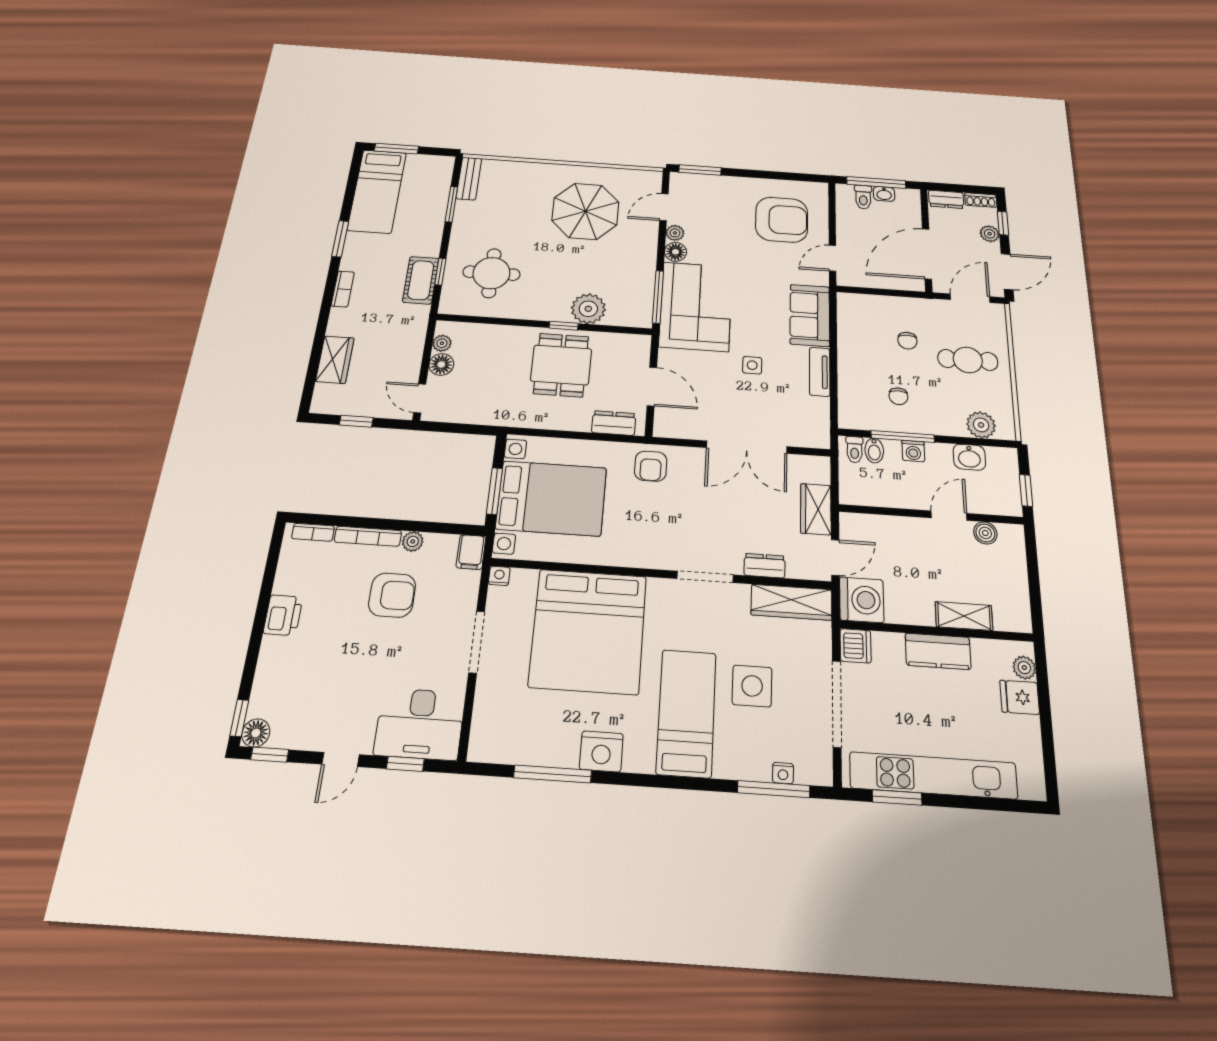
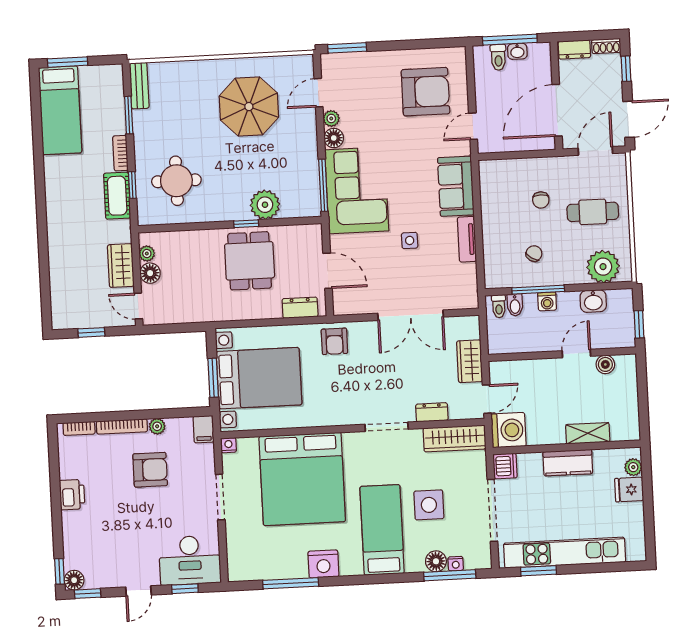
plant: (990, 234) -> (614, 82), removed
window: (340, 239) -> (39, 164), removed
bookcase: (343, 289) -> (120, 153), moved, turned 180
wardrobe: (335, 360) -> (121, 266), moved, turned 180
chair: (898, 396) -> (534, 254), turned -147
plant: (981, 425) -> (603, 267), width x1.36, depth x1.36
floor lamp: (756, 766) -> (436, 561), added

